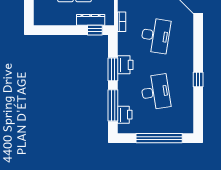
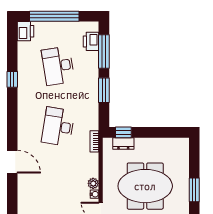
dresser: (91, 20) -> (123, 143), width x0.70
printer: (125, 65) -> (26, 31), moved, turned 180

